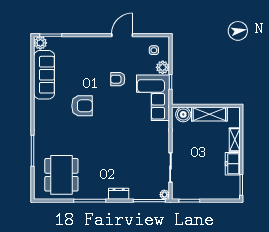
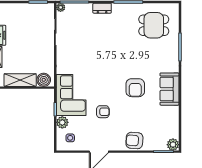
armchair: (83, 47) -> (134, 141), added
sofa: (44, 75) -> (169, 89), moved, width x0.73
armchair: (82, 106) -> (135, 88), turned -90
dining table: (61, 175) -> (154, 25), width x0.73

